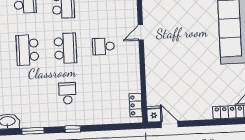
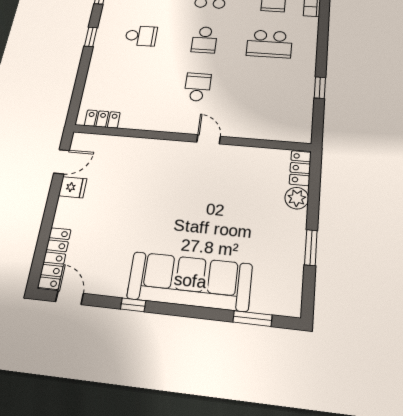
school desk: (65, 48) -> (204, 40), width x0.54
fridge: (154, 114) -> (73, 187), moved

